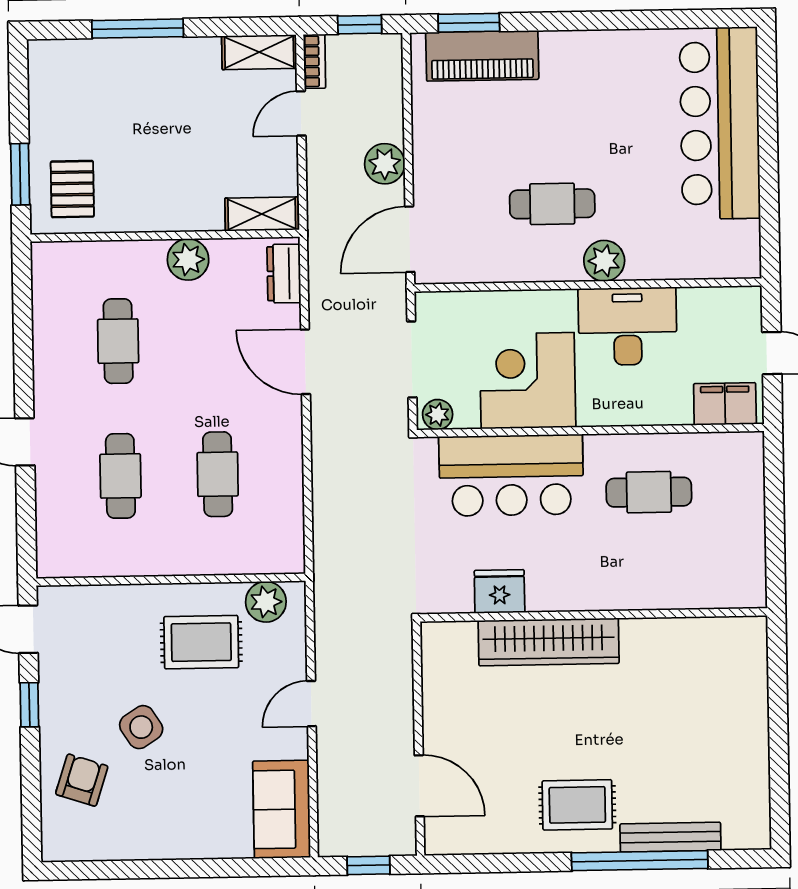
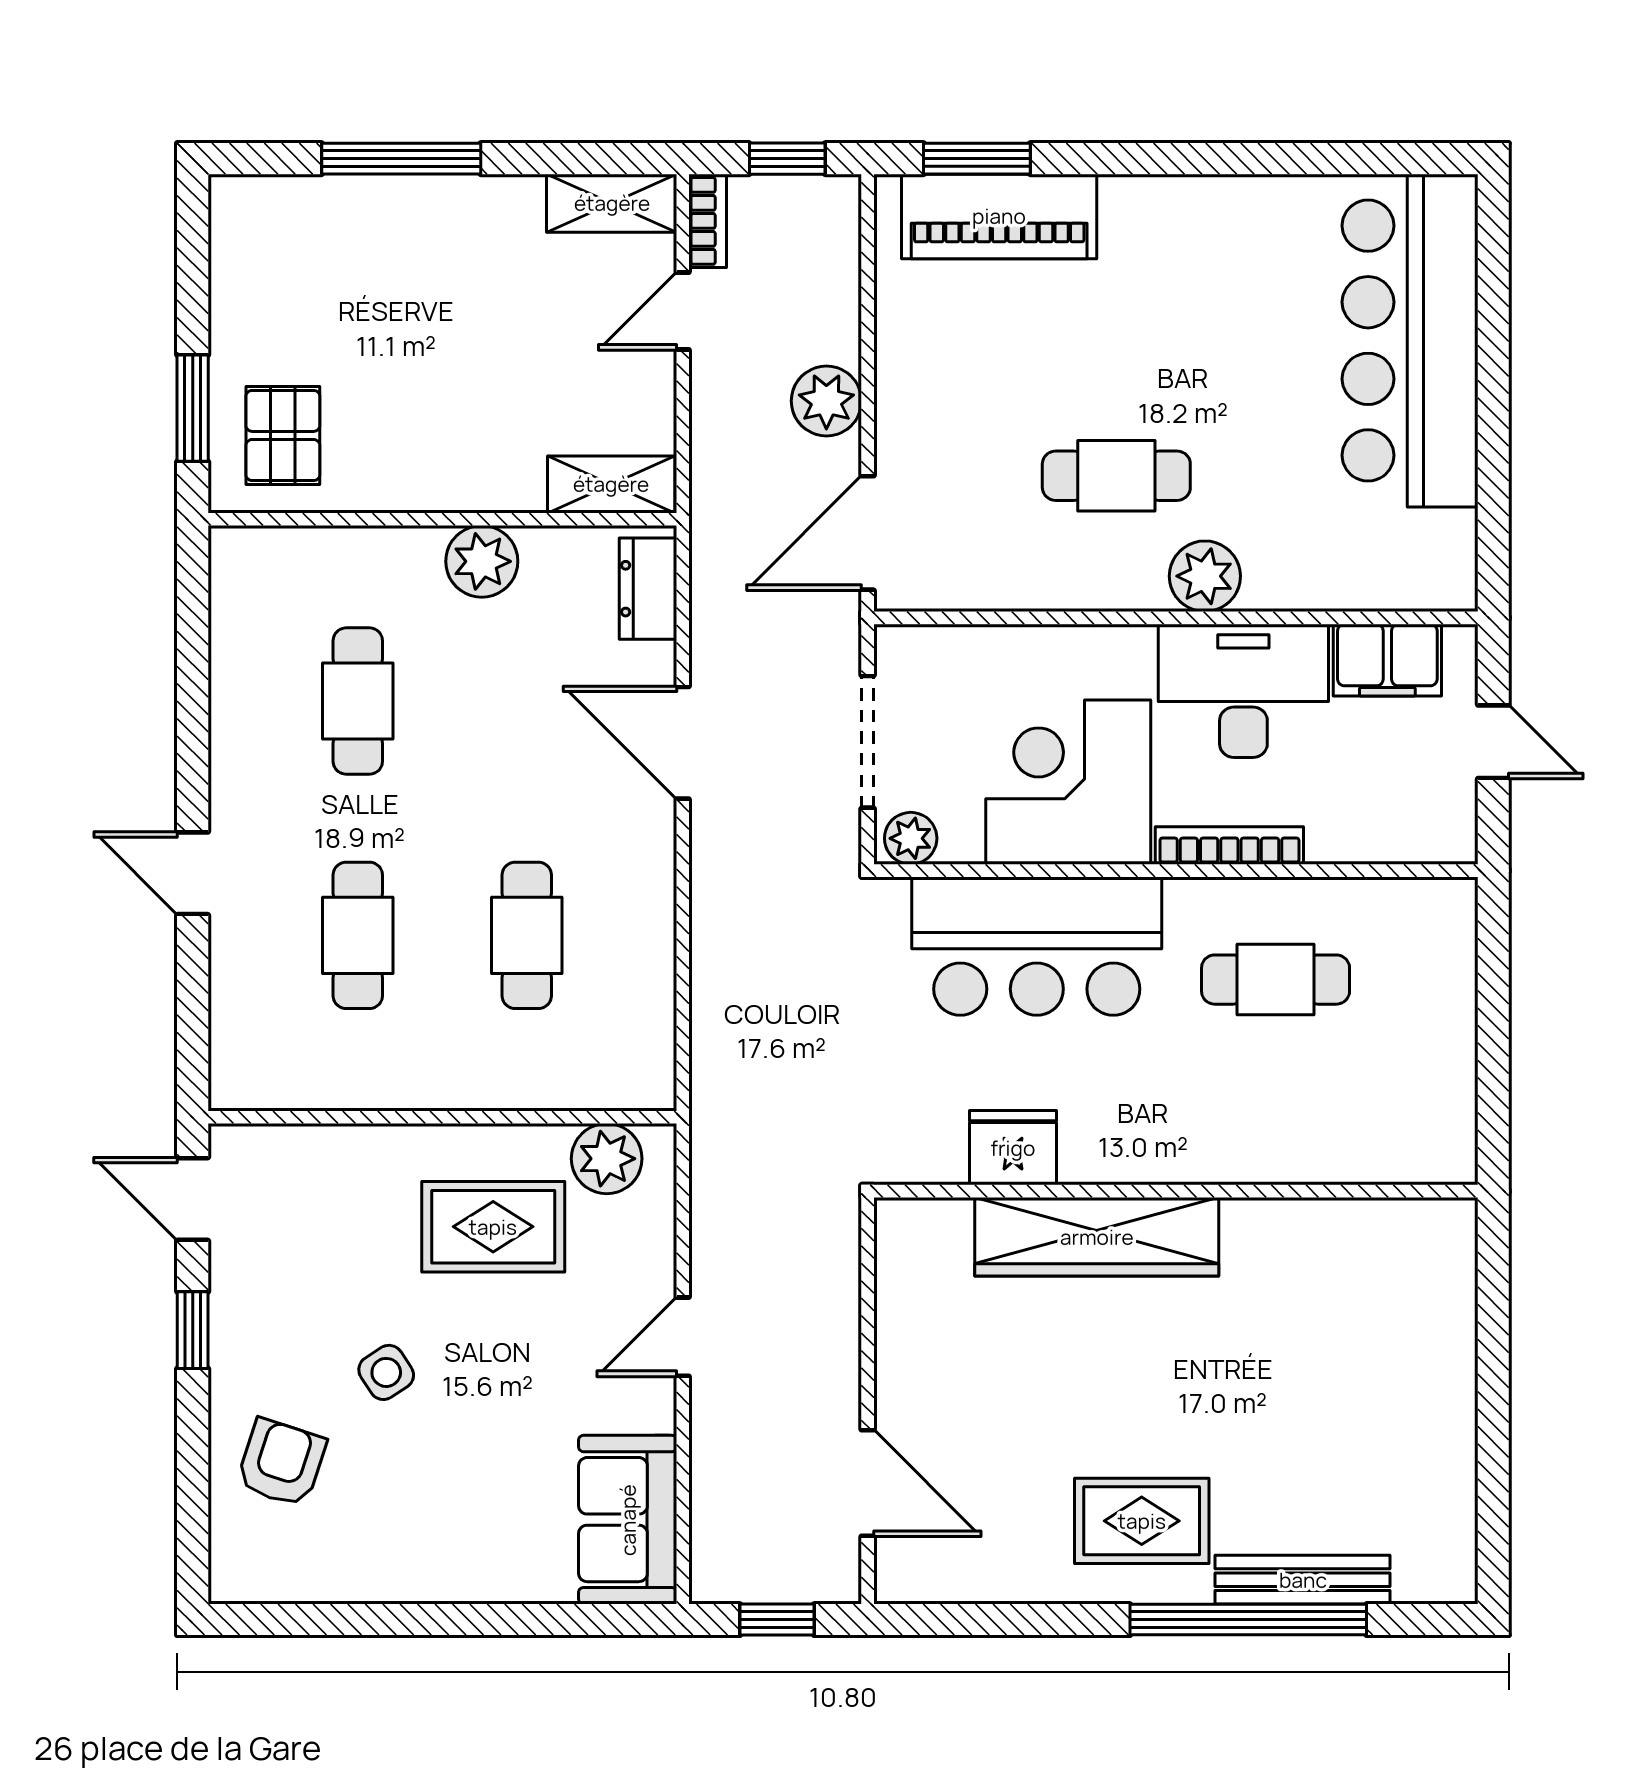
filing cabinet: (725, 404) -> (1387, 660), moved, turned 180
bookcase: (621, 415) -> (1229, 846), added
side table: (141, 727) -> (386, 1372), width x0.73, depth x0.73

